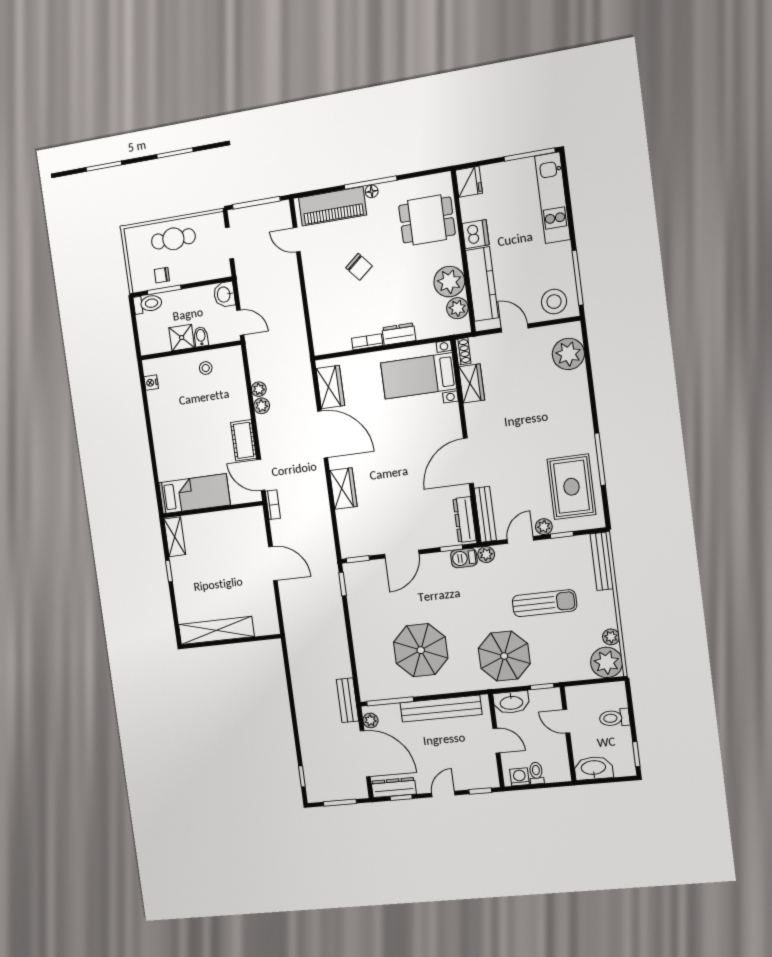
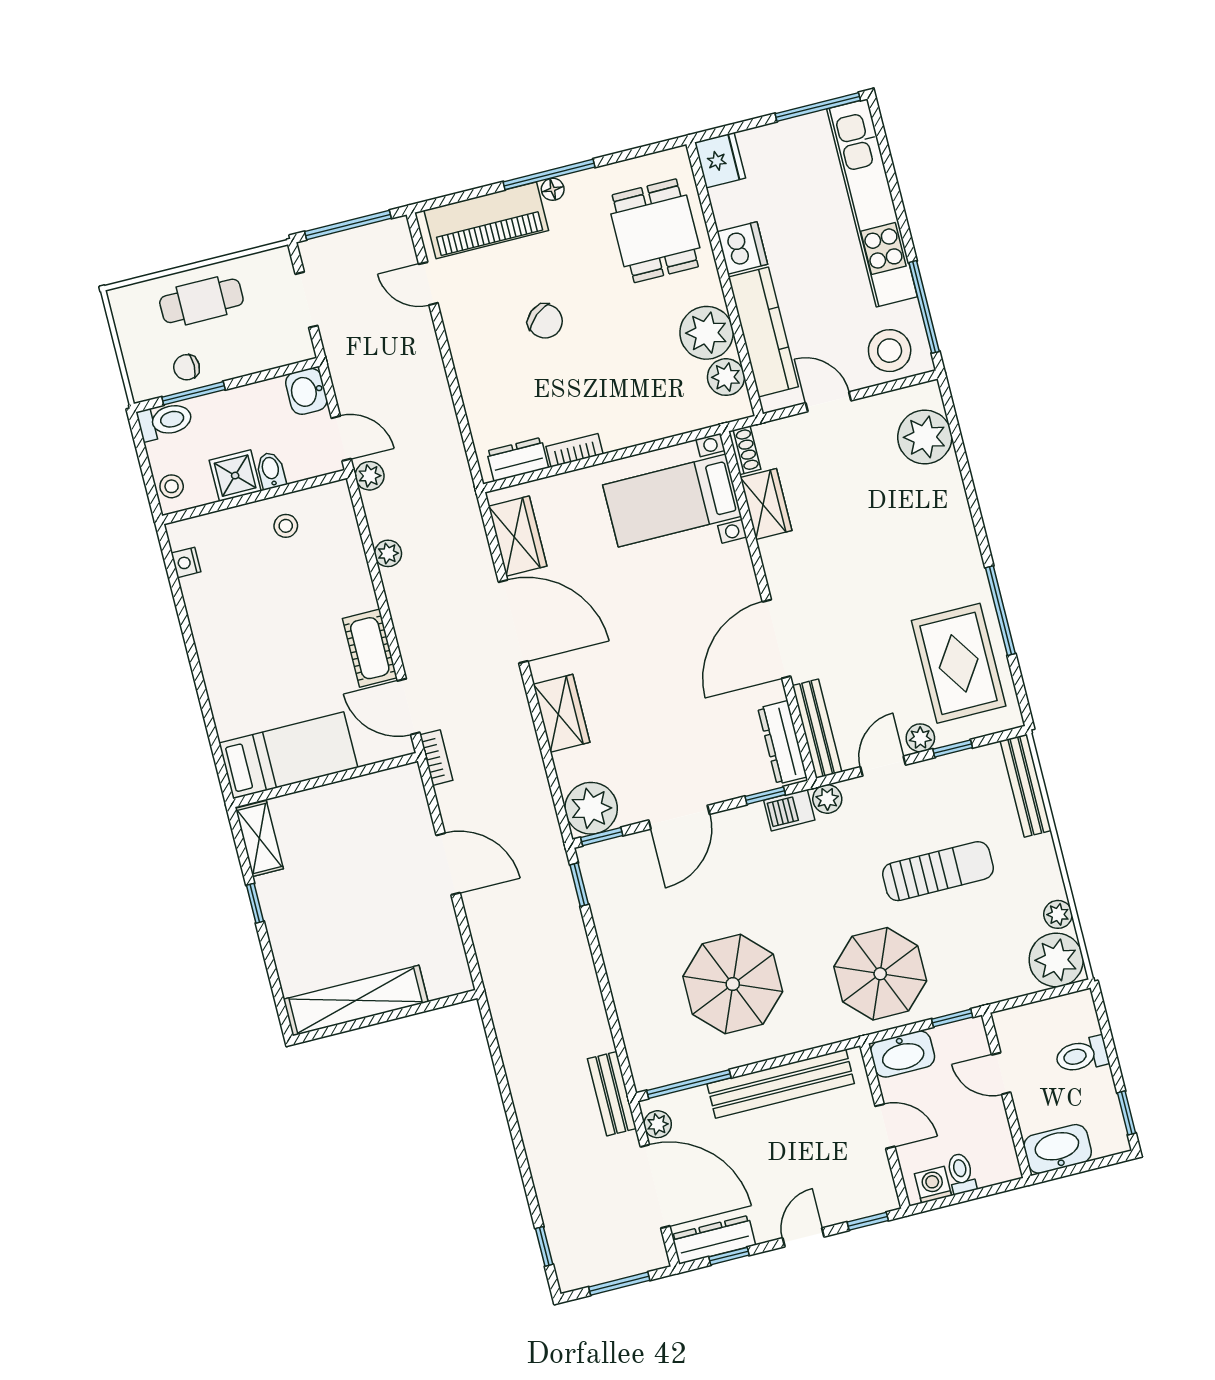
kitchen unit: (553, 198) -> (872, 203), width x1.36
dining table: (427, 220) -> (655, 231), turned 90
dresser: (399, 334) -> (518, 459), moved
stool: (148, 340) -> (172, 486), added
plant: (262, 406) -> (370, 476), moved
plant: (354, 543) -> (591, 808), added

